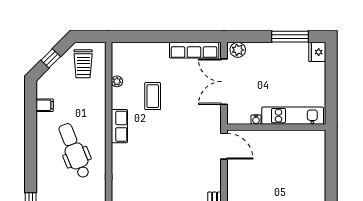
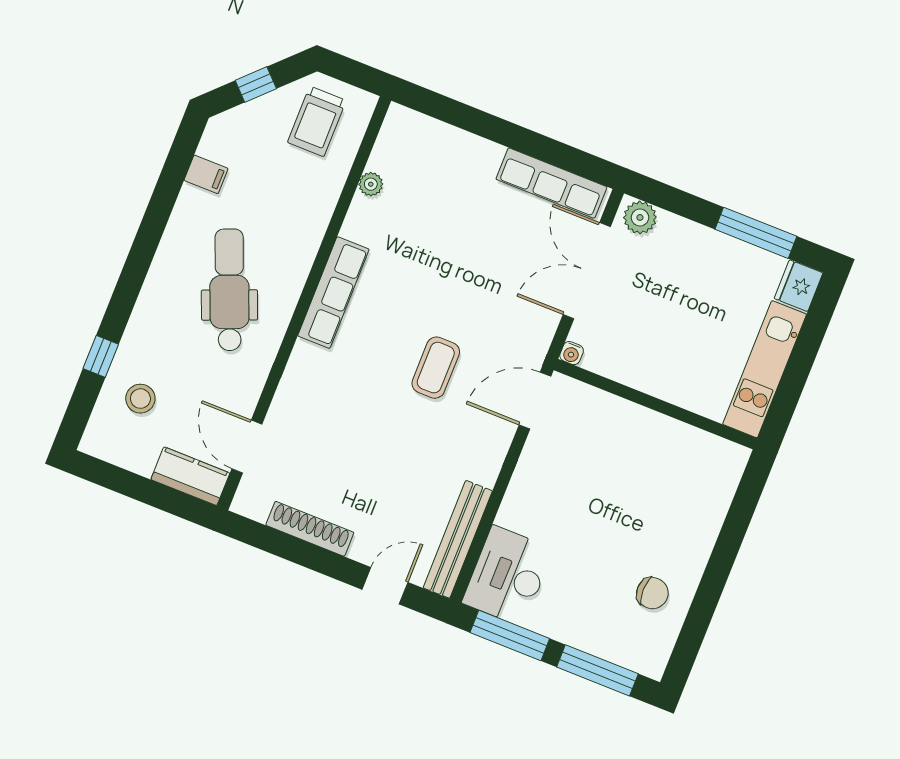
coffee table: (153, 96) -> (436, 368), moved
kitchen unit: (293, 116) -> (765, 369), moved, turned -90
water cooler: (256, 120) -> (572, 353), moved
row of seats: (119, 126) -> (333, 293), width x1.48
door: (224, 146) -> (535, 401), swing flipped

